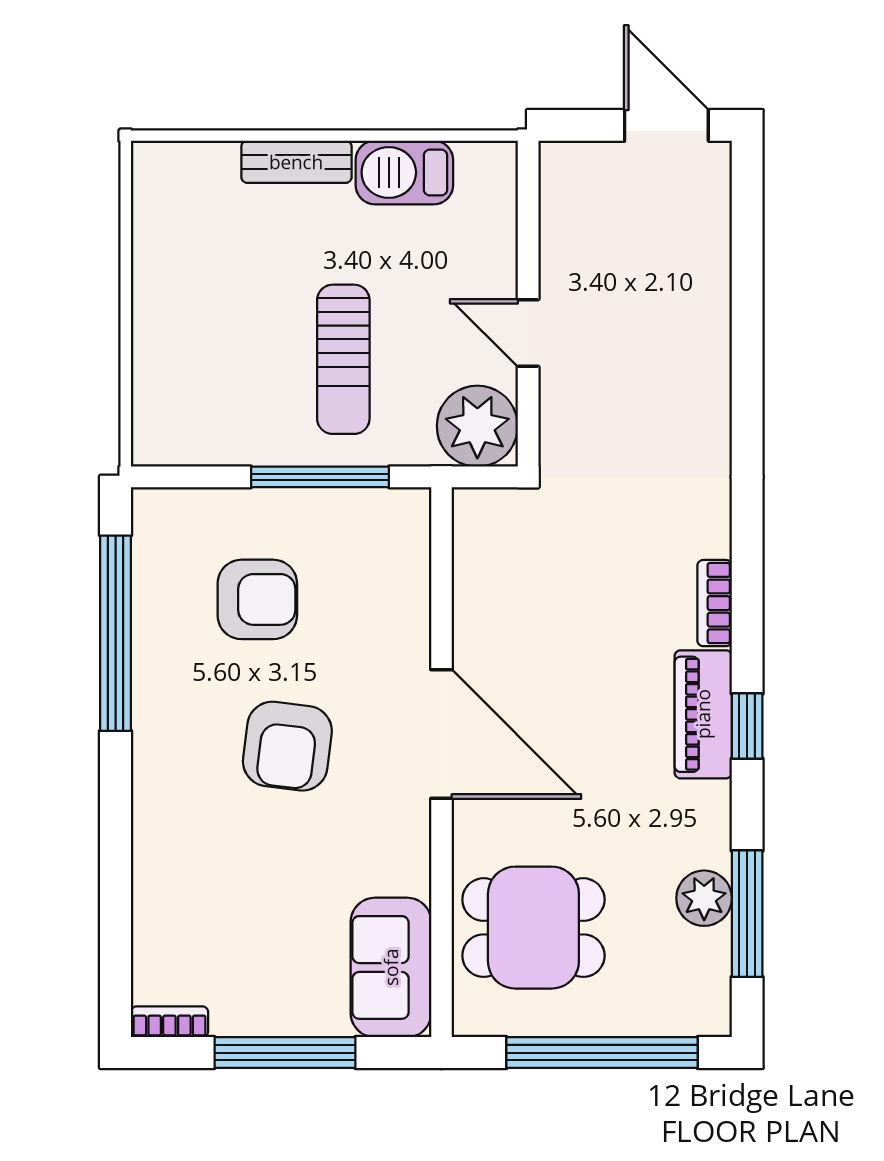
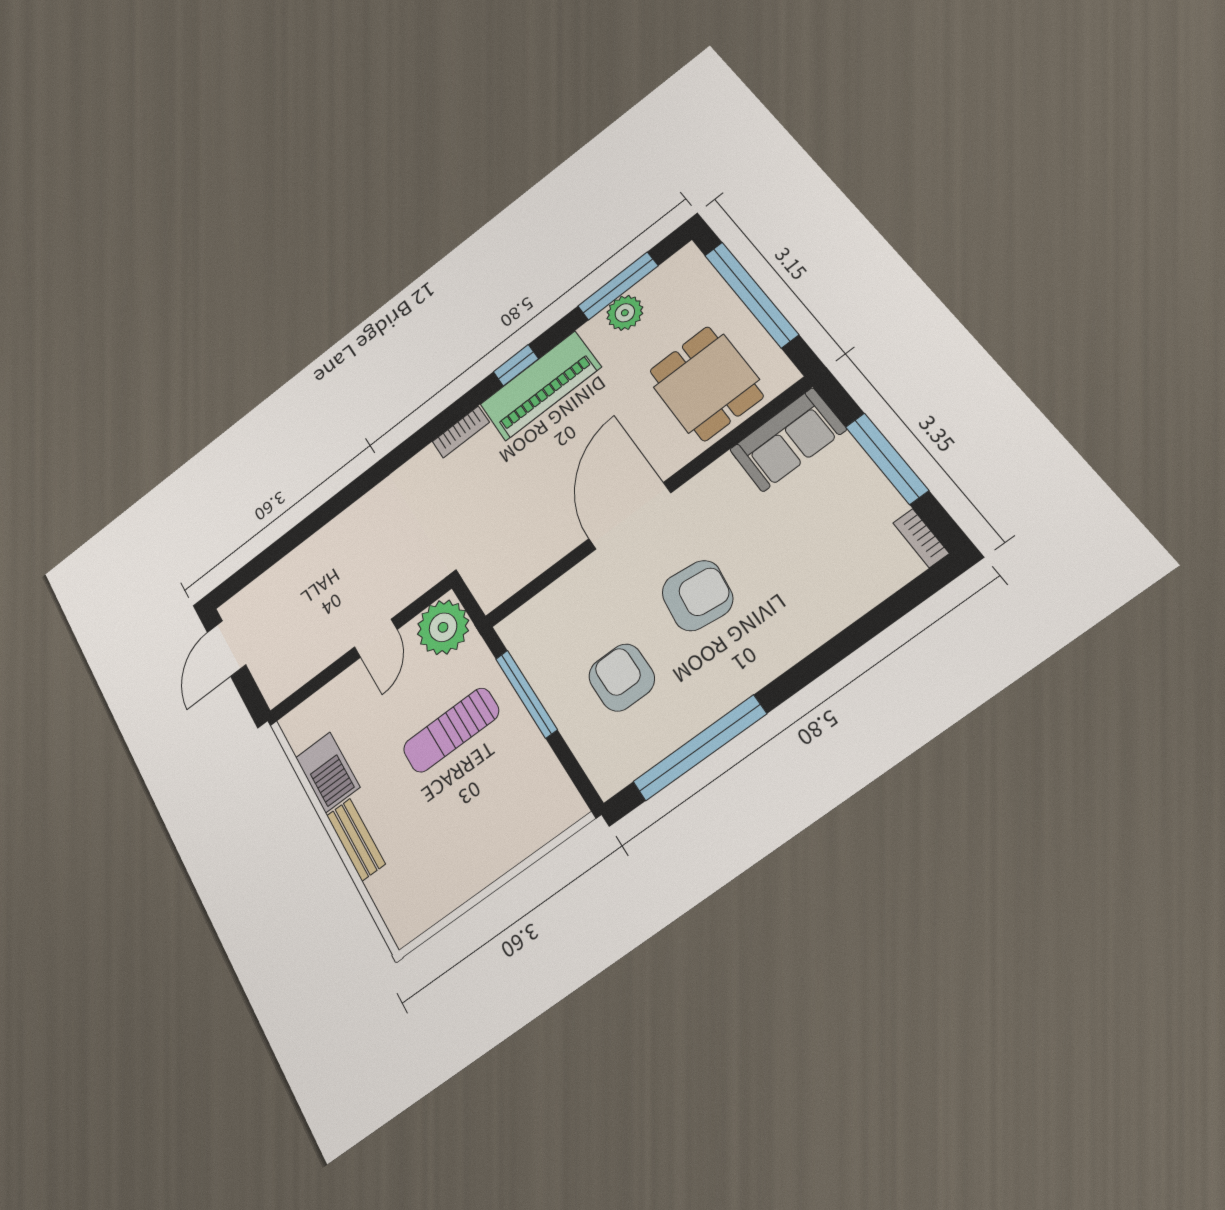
sun lounger: (343, 359) -> (451, 730), turned 180
piano: (703, 714) -> (540, 386), width x1.37, depth x1.33

